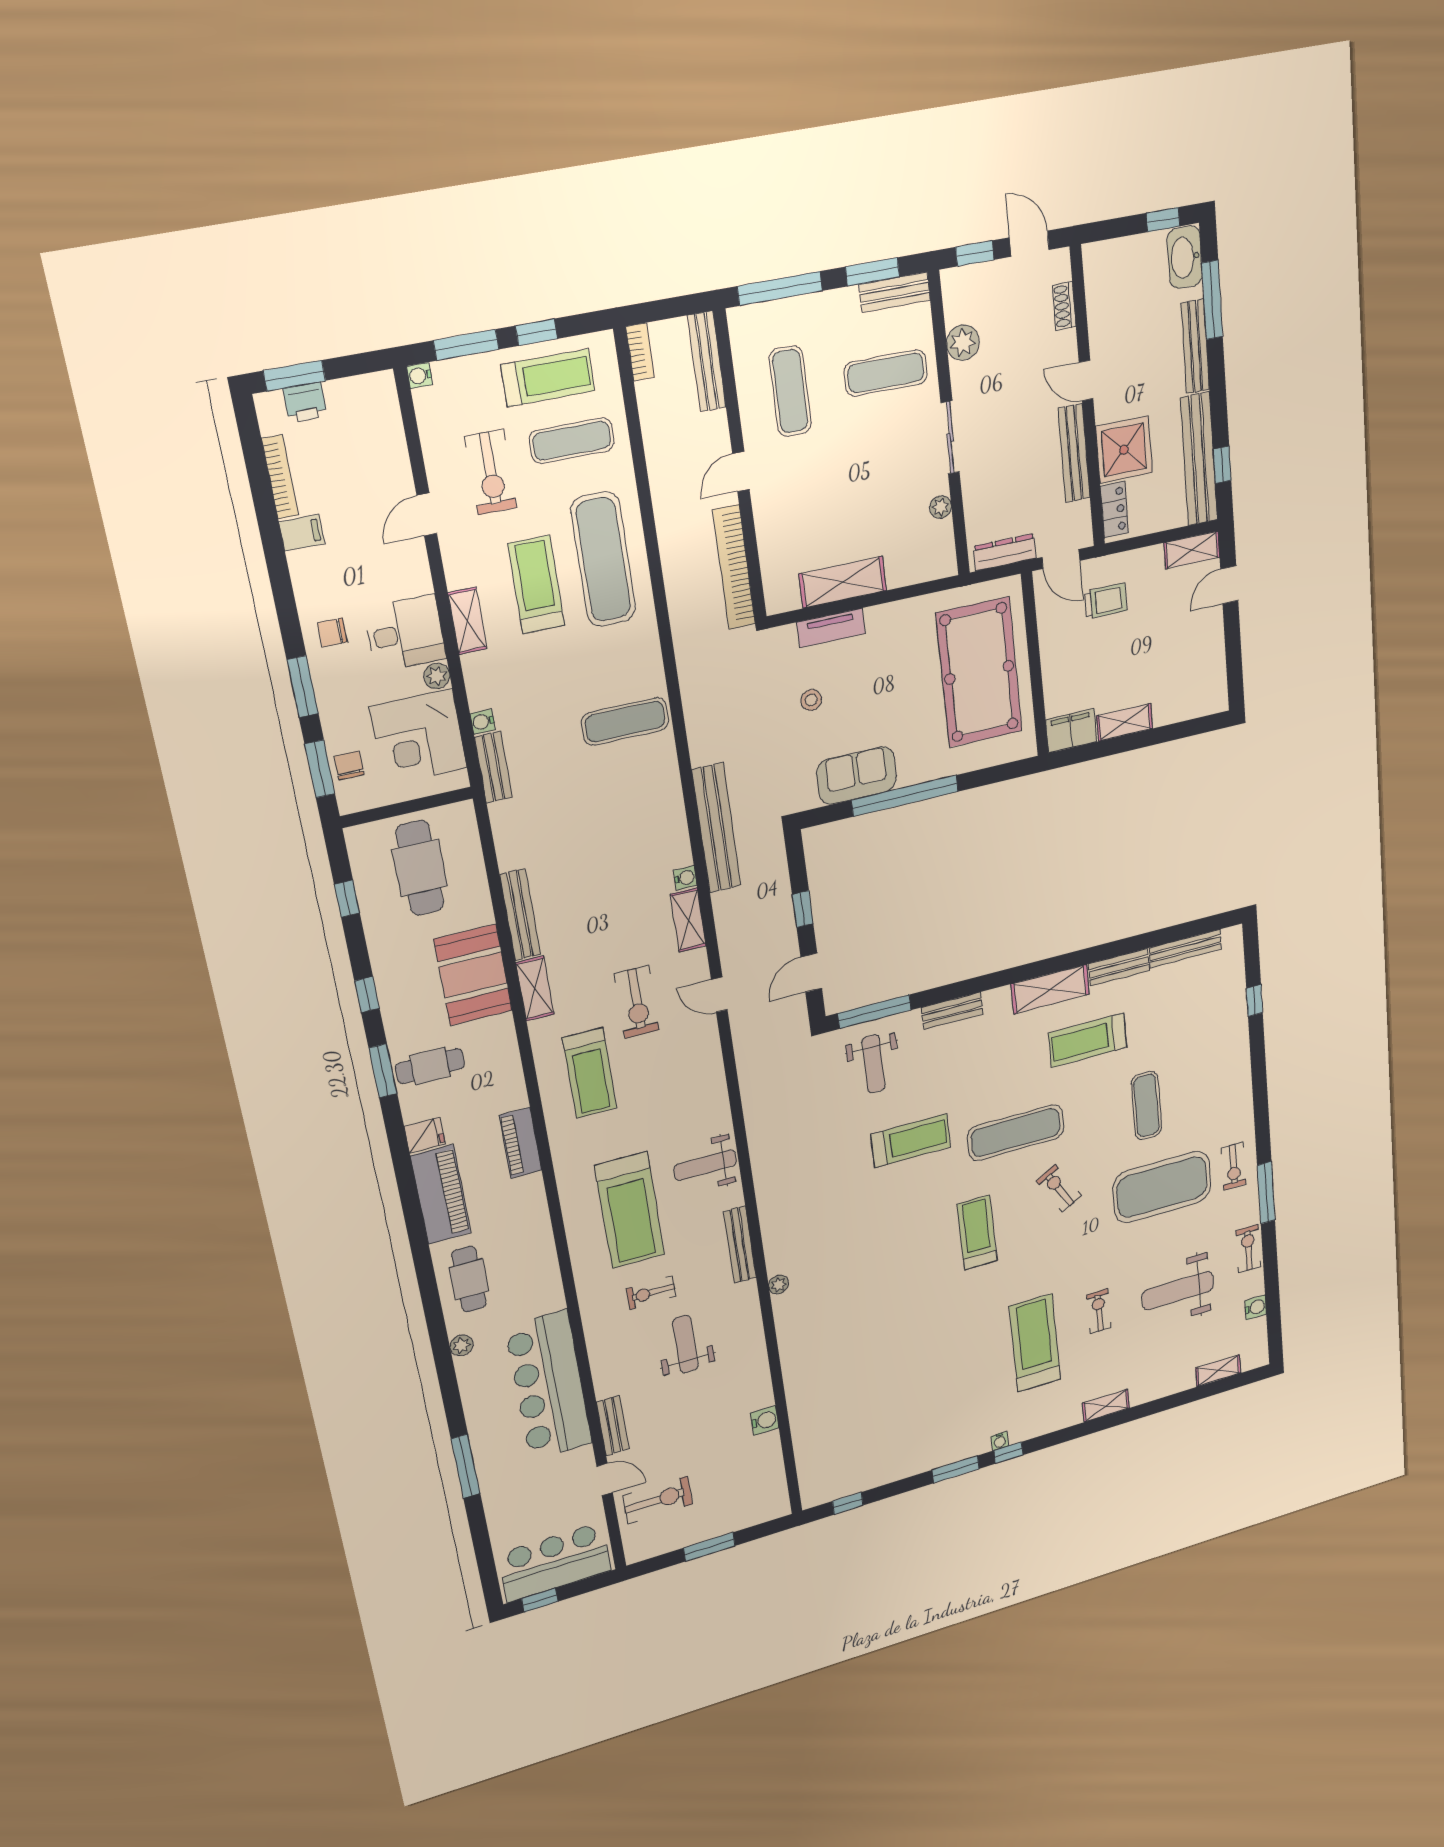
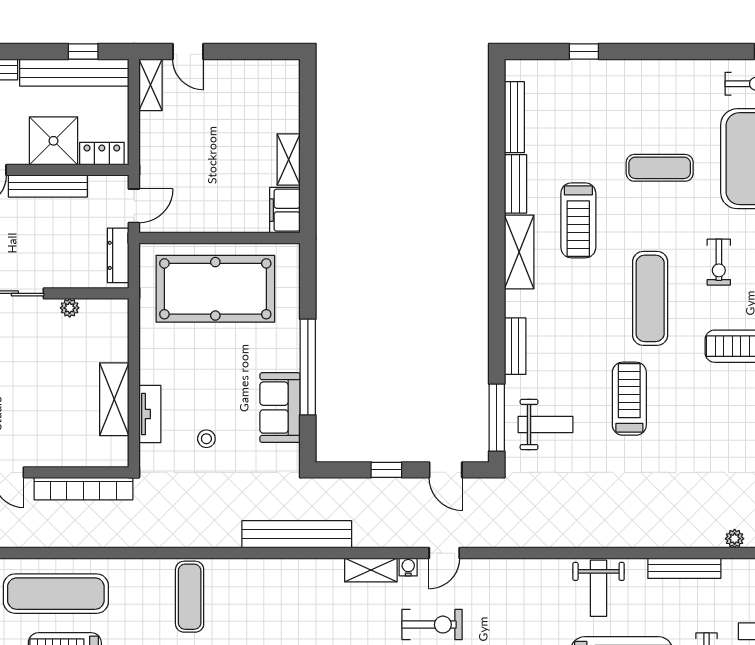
trolley: (1106, 601) -> (178, 168), removed
water cooler: (685, 878) -> (408, 567), moved
exercise bike: (1059, 1189) -> (719, 262), turned -60

